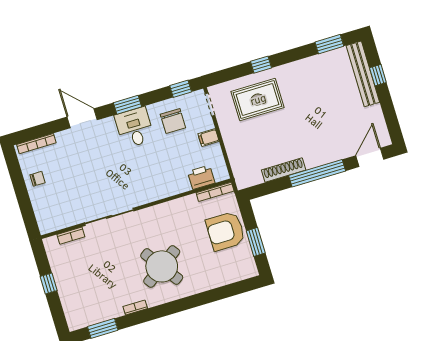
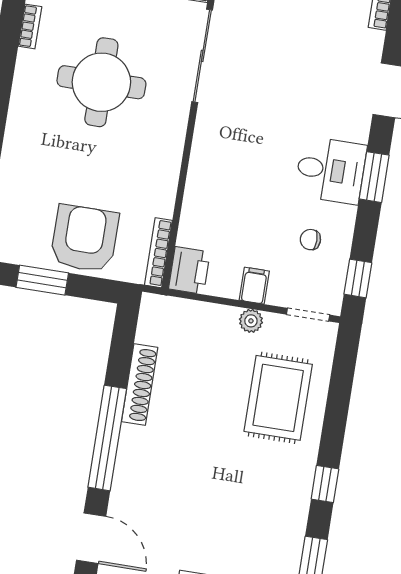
window: (261, 65) -> (325, 484), moved
chair: (173, 121) -> (310, 240), width x0.54, depth x0.54
plant: (226, 131) -> (251, 321), added
printer: (201, 177) -> (189, 270), moved
round table: (162, 266) -> (101, 82), moved, turned 35

